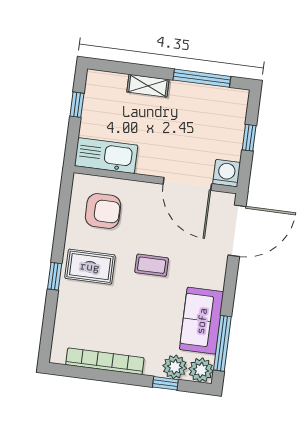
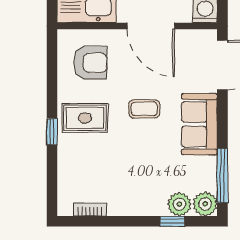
door: (187, 184) -> (151, 26), moved
sofa: (202, 321) -> (199, 124), moved
bookcase: (105, 361) -> (90, 210), width x0.43, depth x0.76

